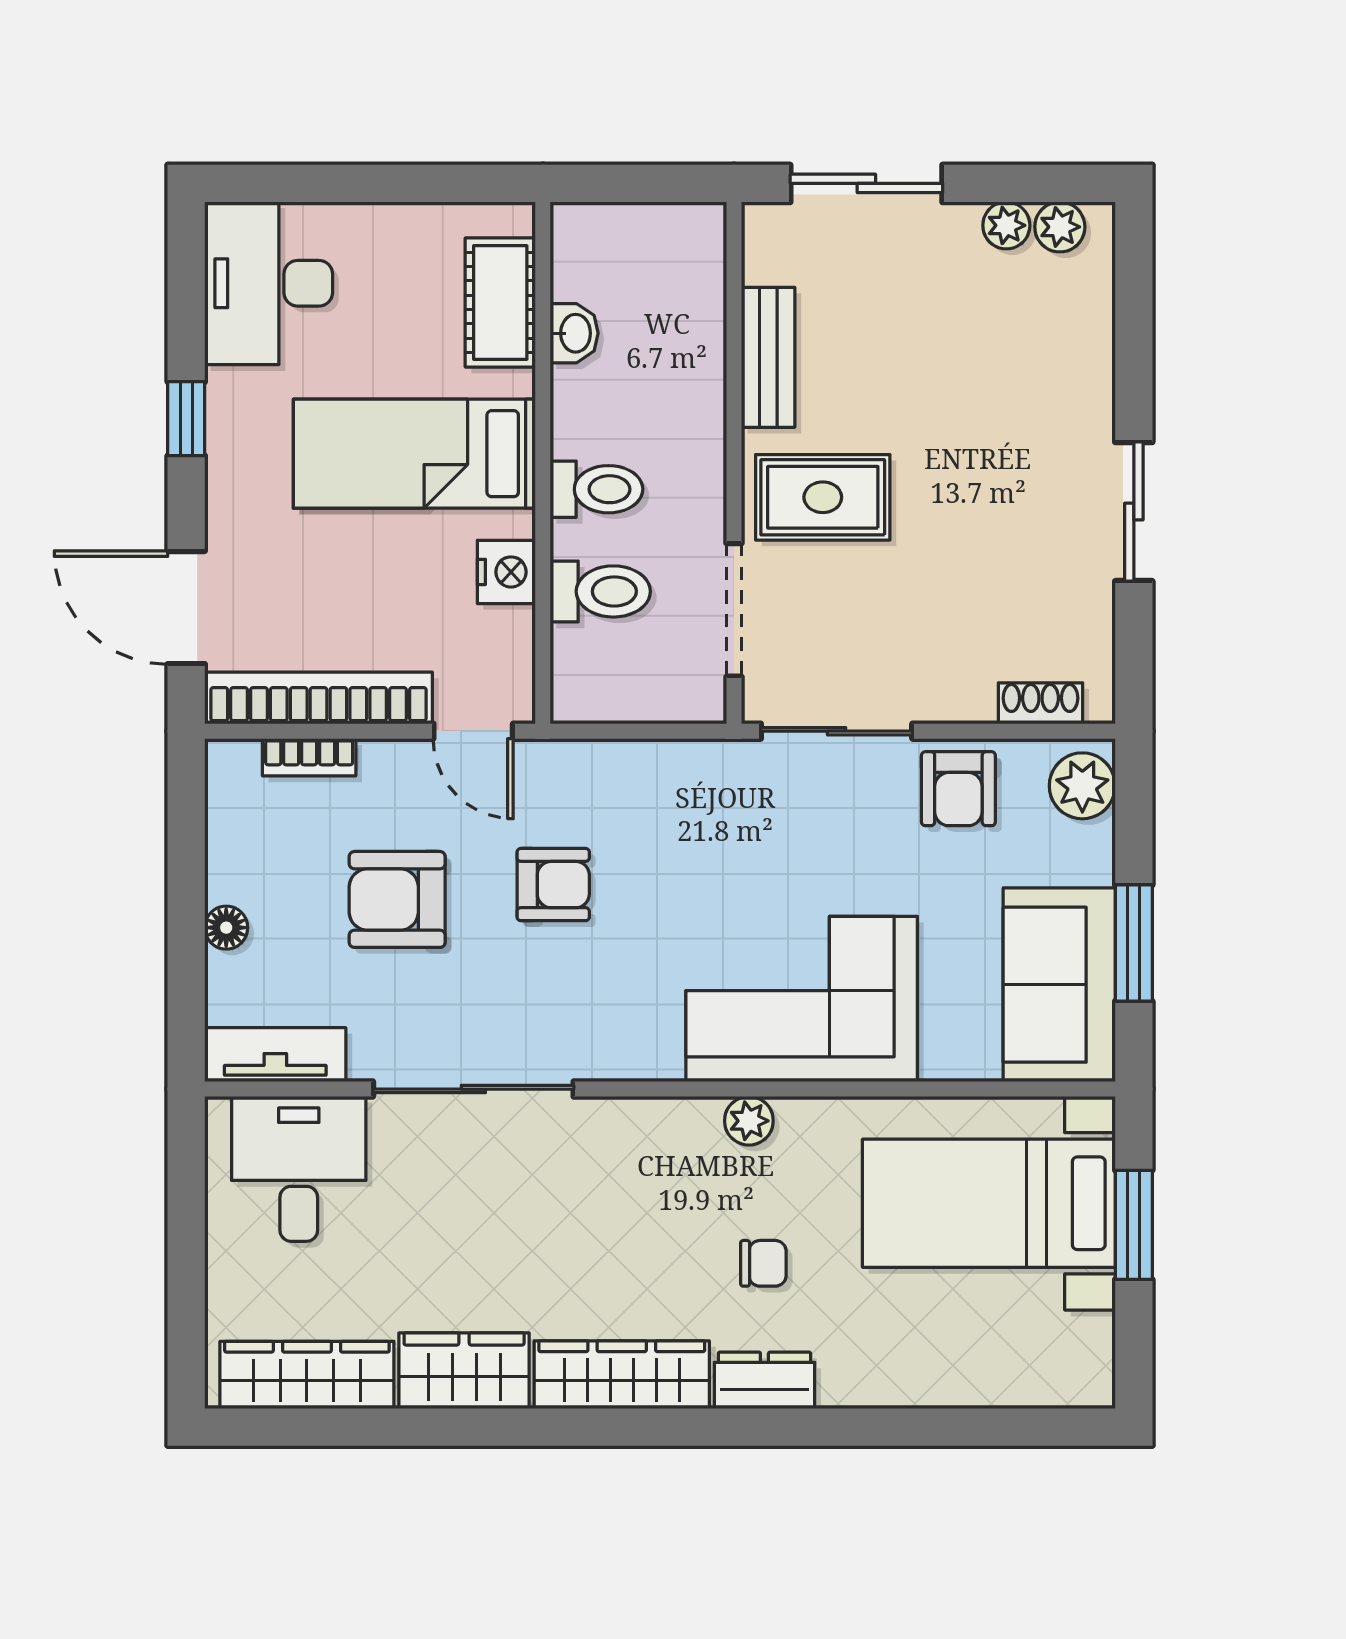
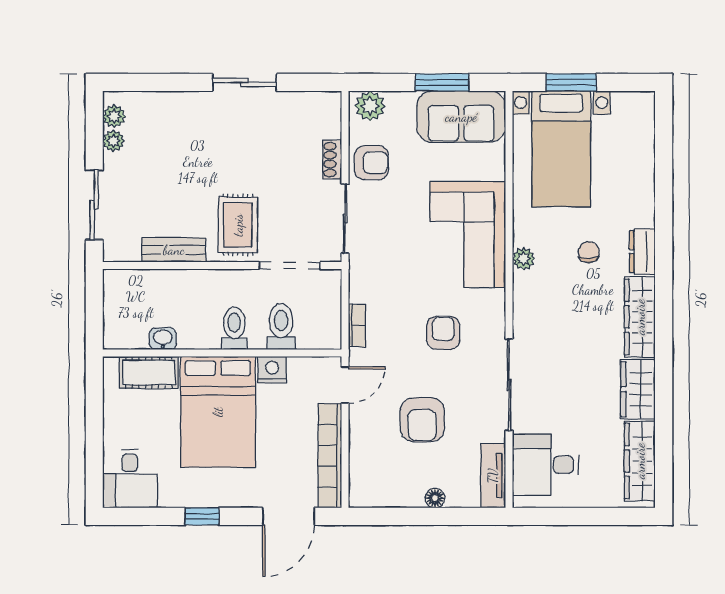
desk: (269, 283) -> (130, 479), width x0.73
bed: (414, 454) -> (218, 412), width x1.50
shoe rack: (1040, 703) -> (332, 160), moved
bookcase: (309, 757) -> (357, 325), moved
armchair: (553, 885) -> (443, 333), moved

